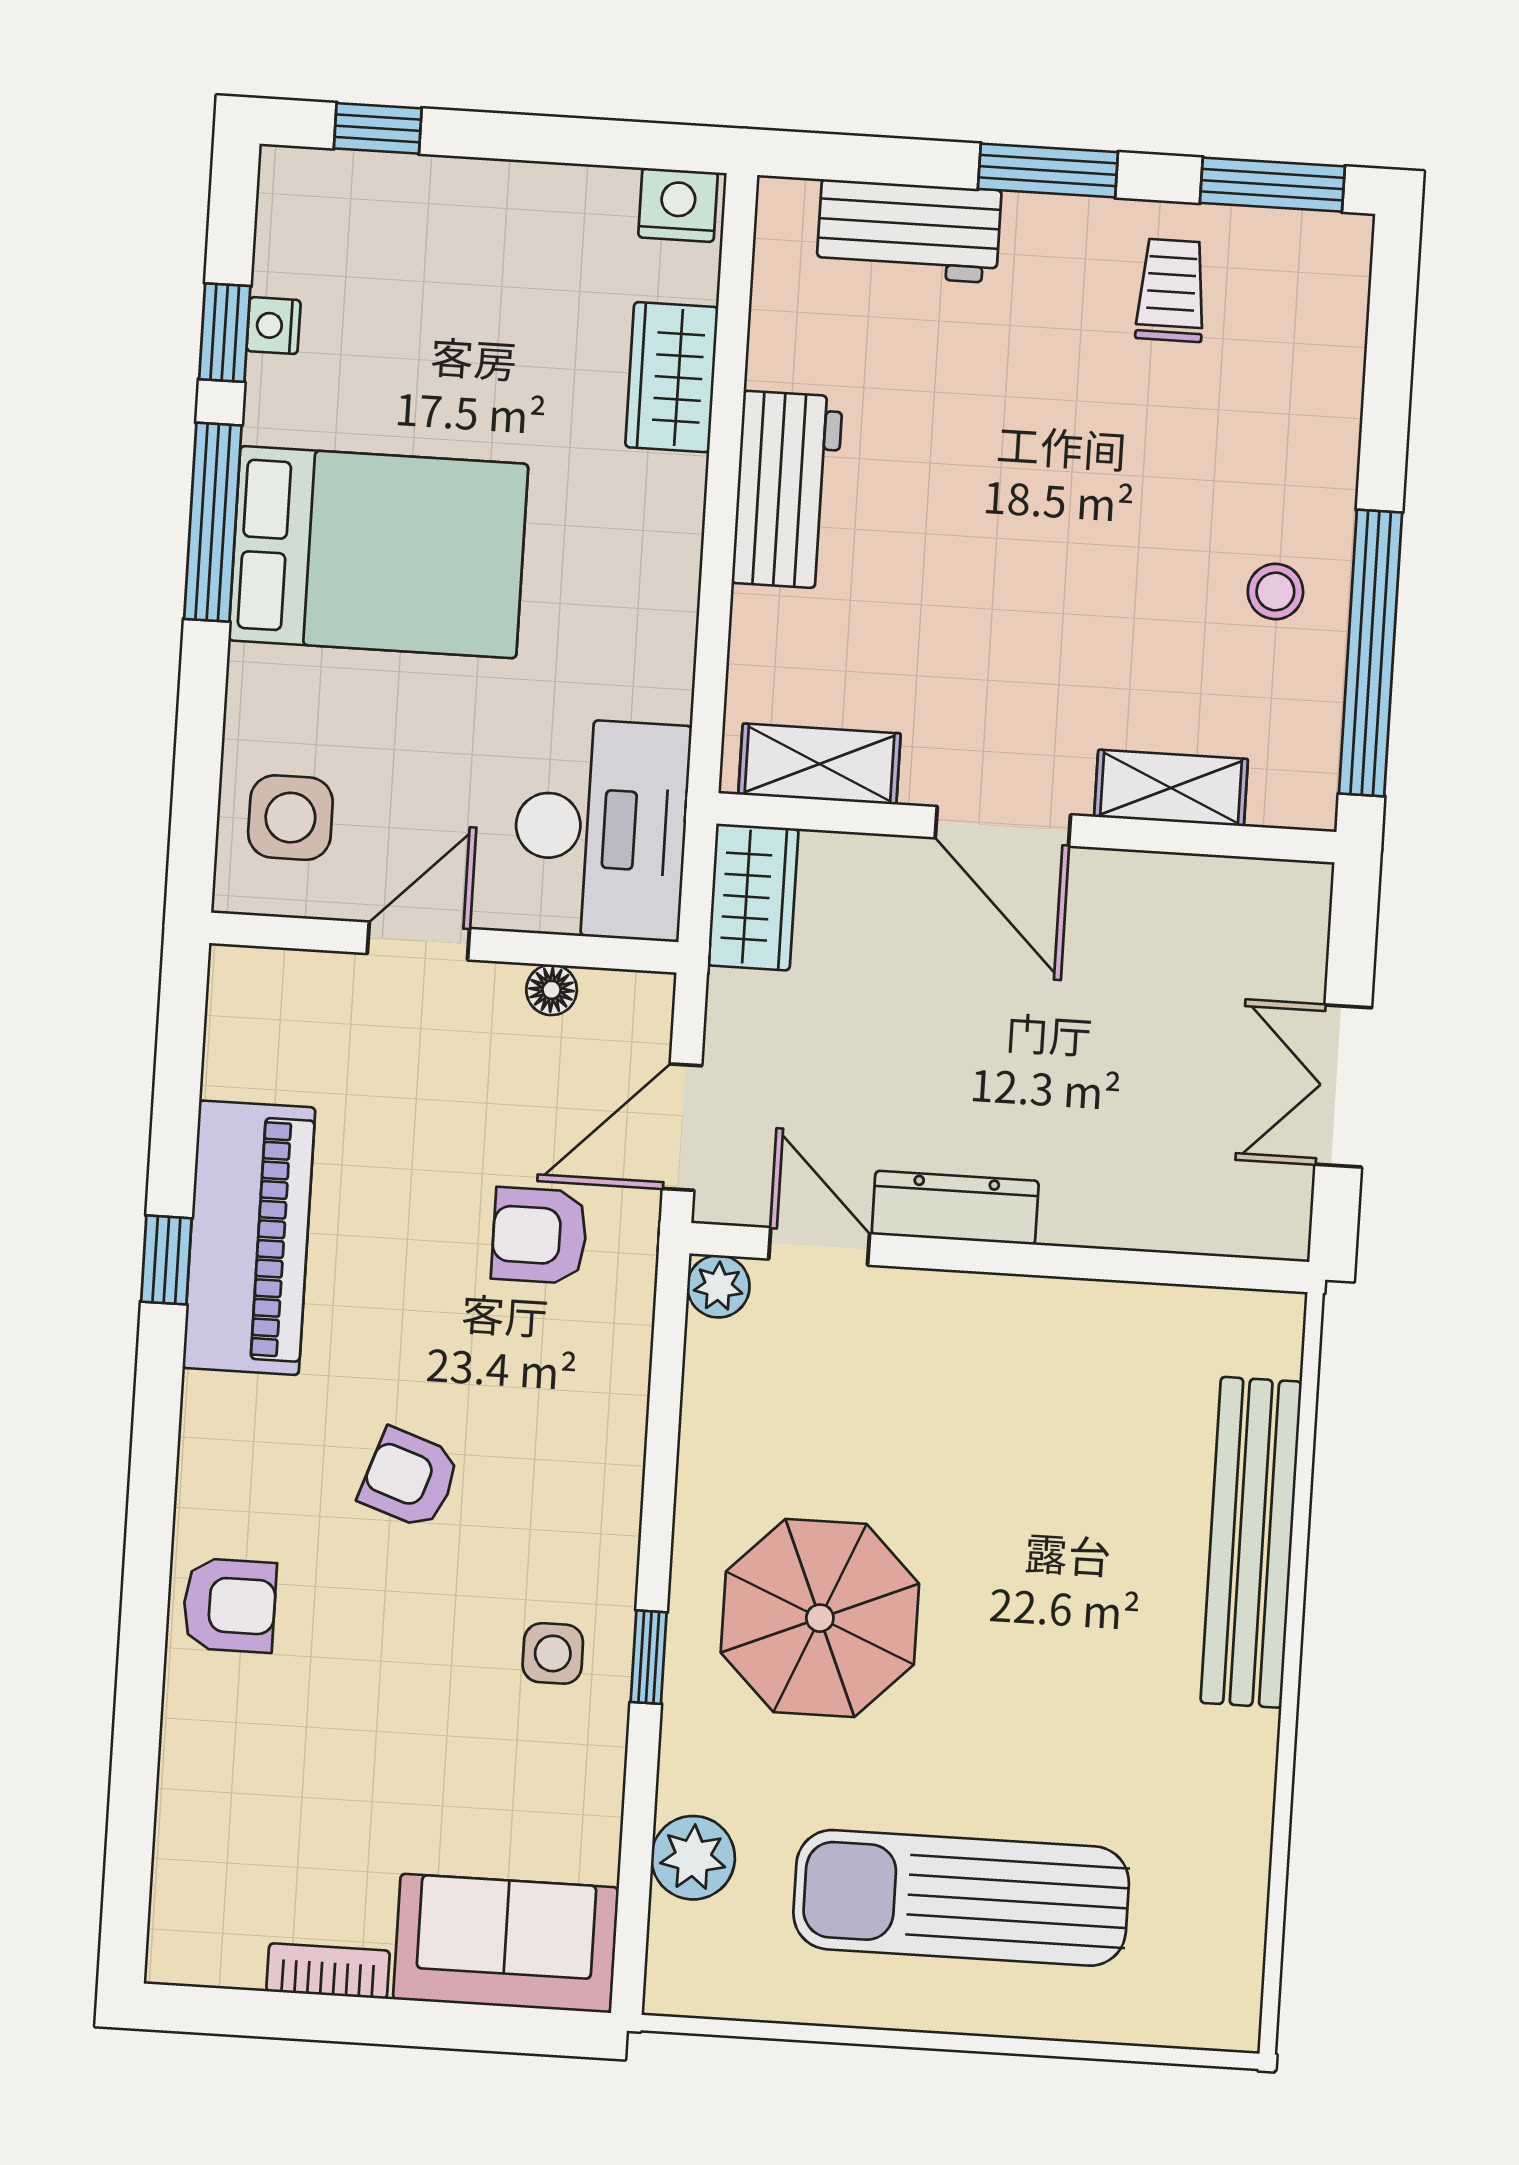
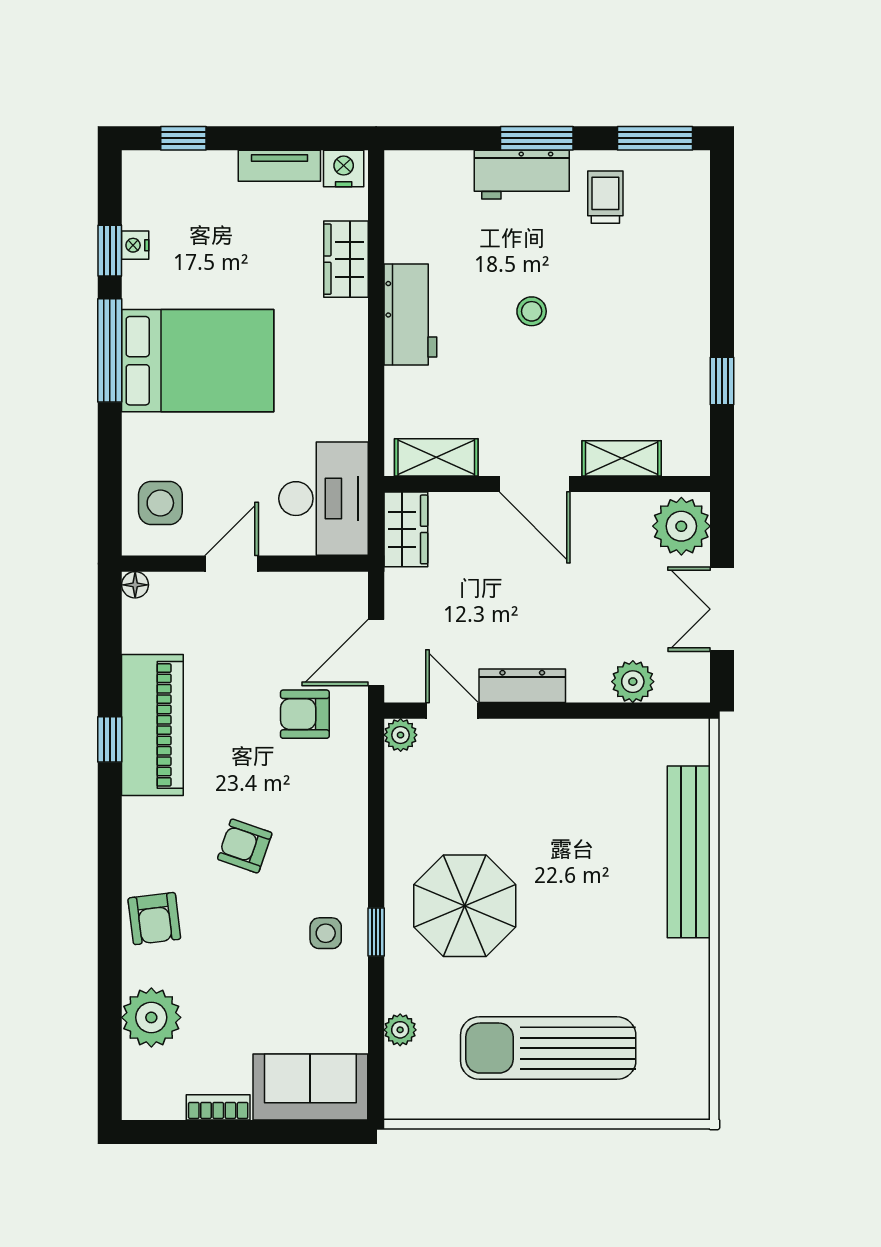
tv unit: (557, 192) -> (279, 166), added
workbench: (909, 231) -> (522, 175), moved
stool: (1275, 592) -> (532, 311), moved
window: (1371, 653) -> (722, 381), width x0.32
plant: (1276, 924) -> (681, 526), added
floor lamp: (552, 990) -> (135, 585), moved
plant: (1165, 1213) -> (633, 682), added
armchair: (229, 1605) -> (154, 919), turned 83
plant: (212, 1793) -> (151, 1017), added
plant: (693, 1858) -> (400, 1030), width x0.73, depth x0.73

